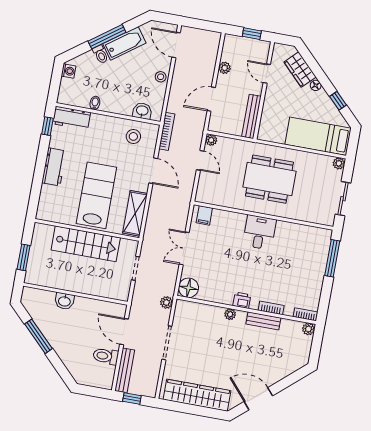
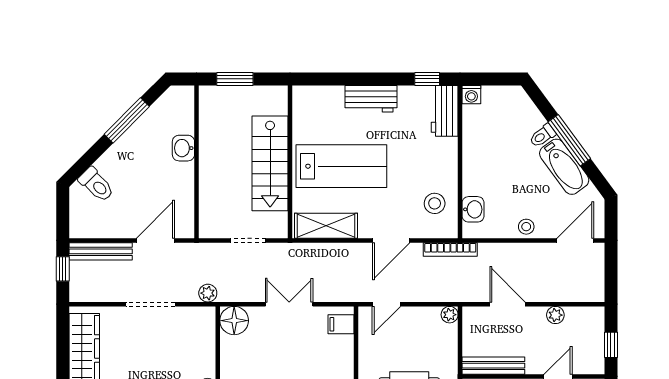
washing machine: (68, 71) -> (471, 95), moved
bidet: (95, 103) -> (472, 140), removed
door: (200, 160) -> (386, 304), moved
toilet: (106, 356) -> (96, 185), moved, turned 135

